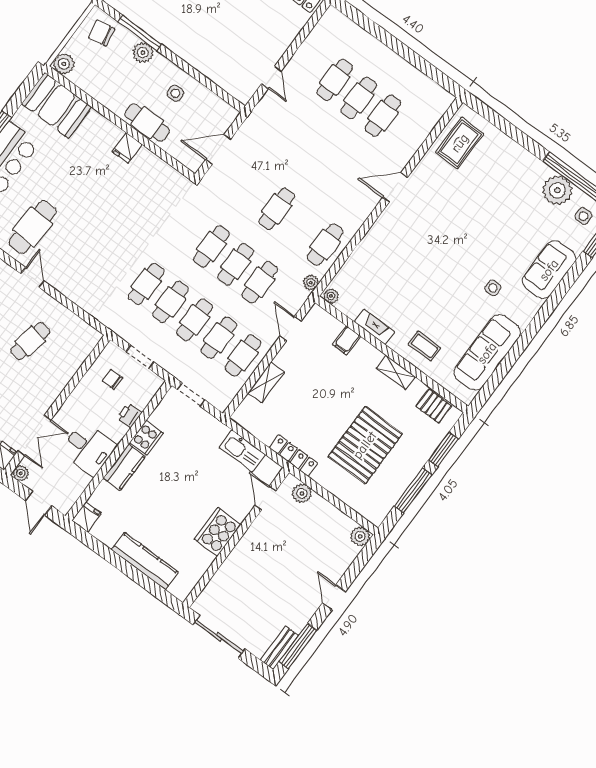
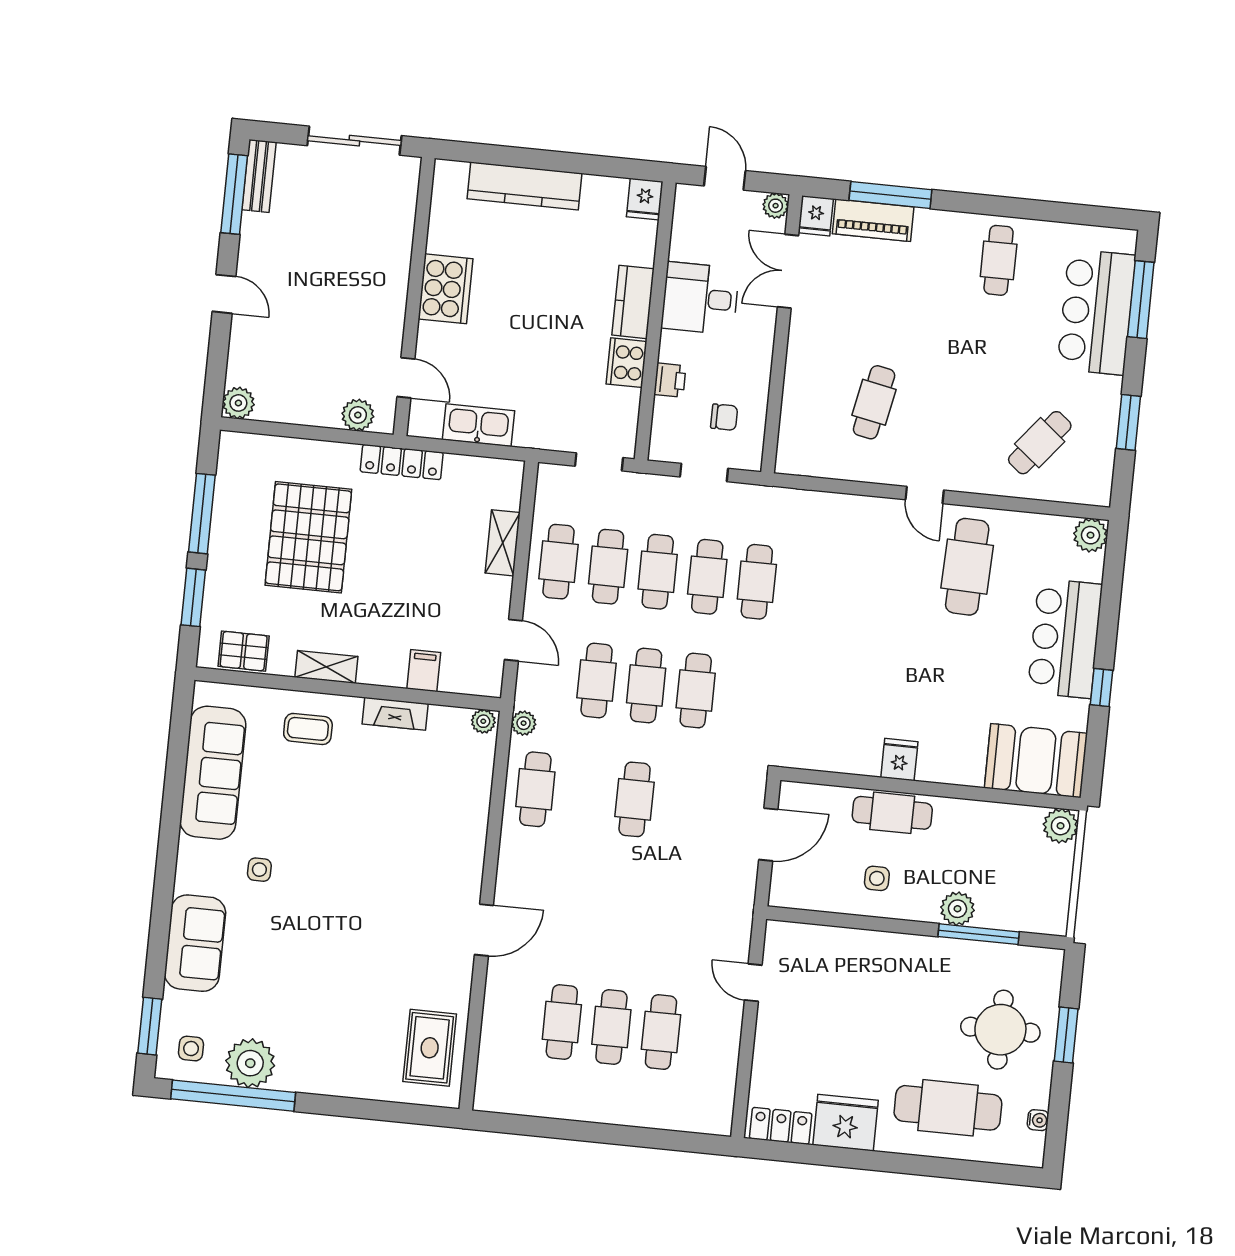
chair: (102, 33) -> (1033, 901), removed

